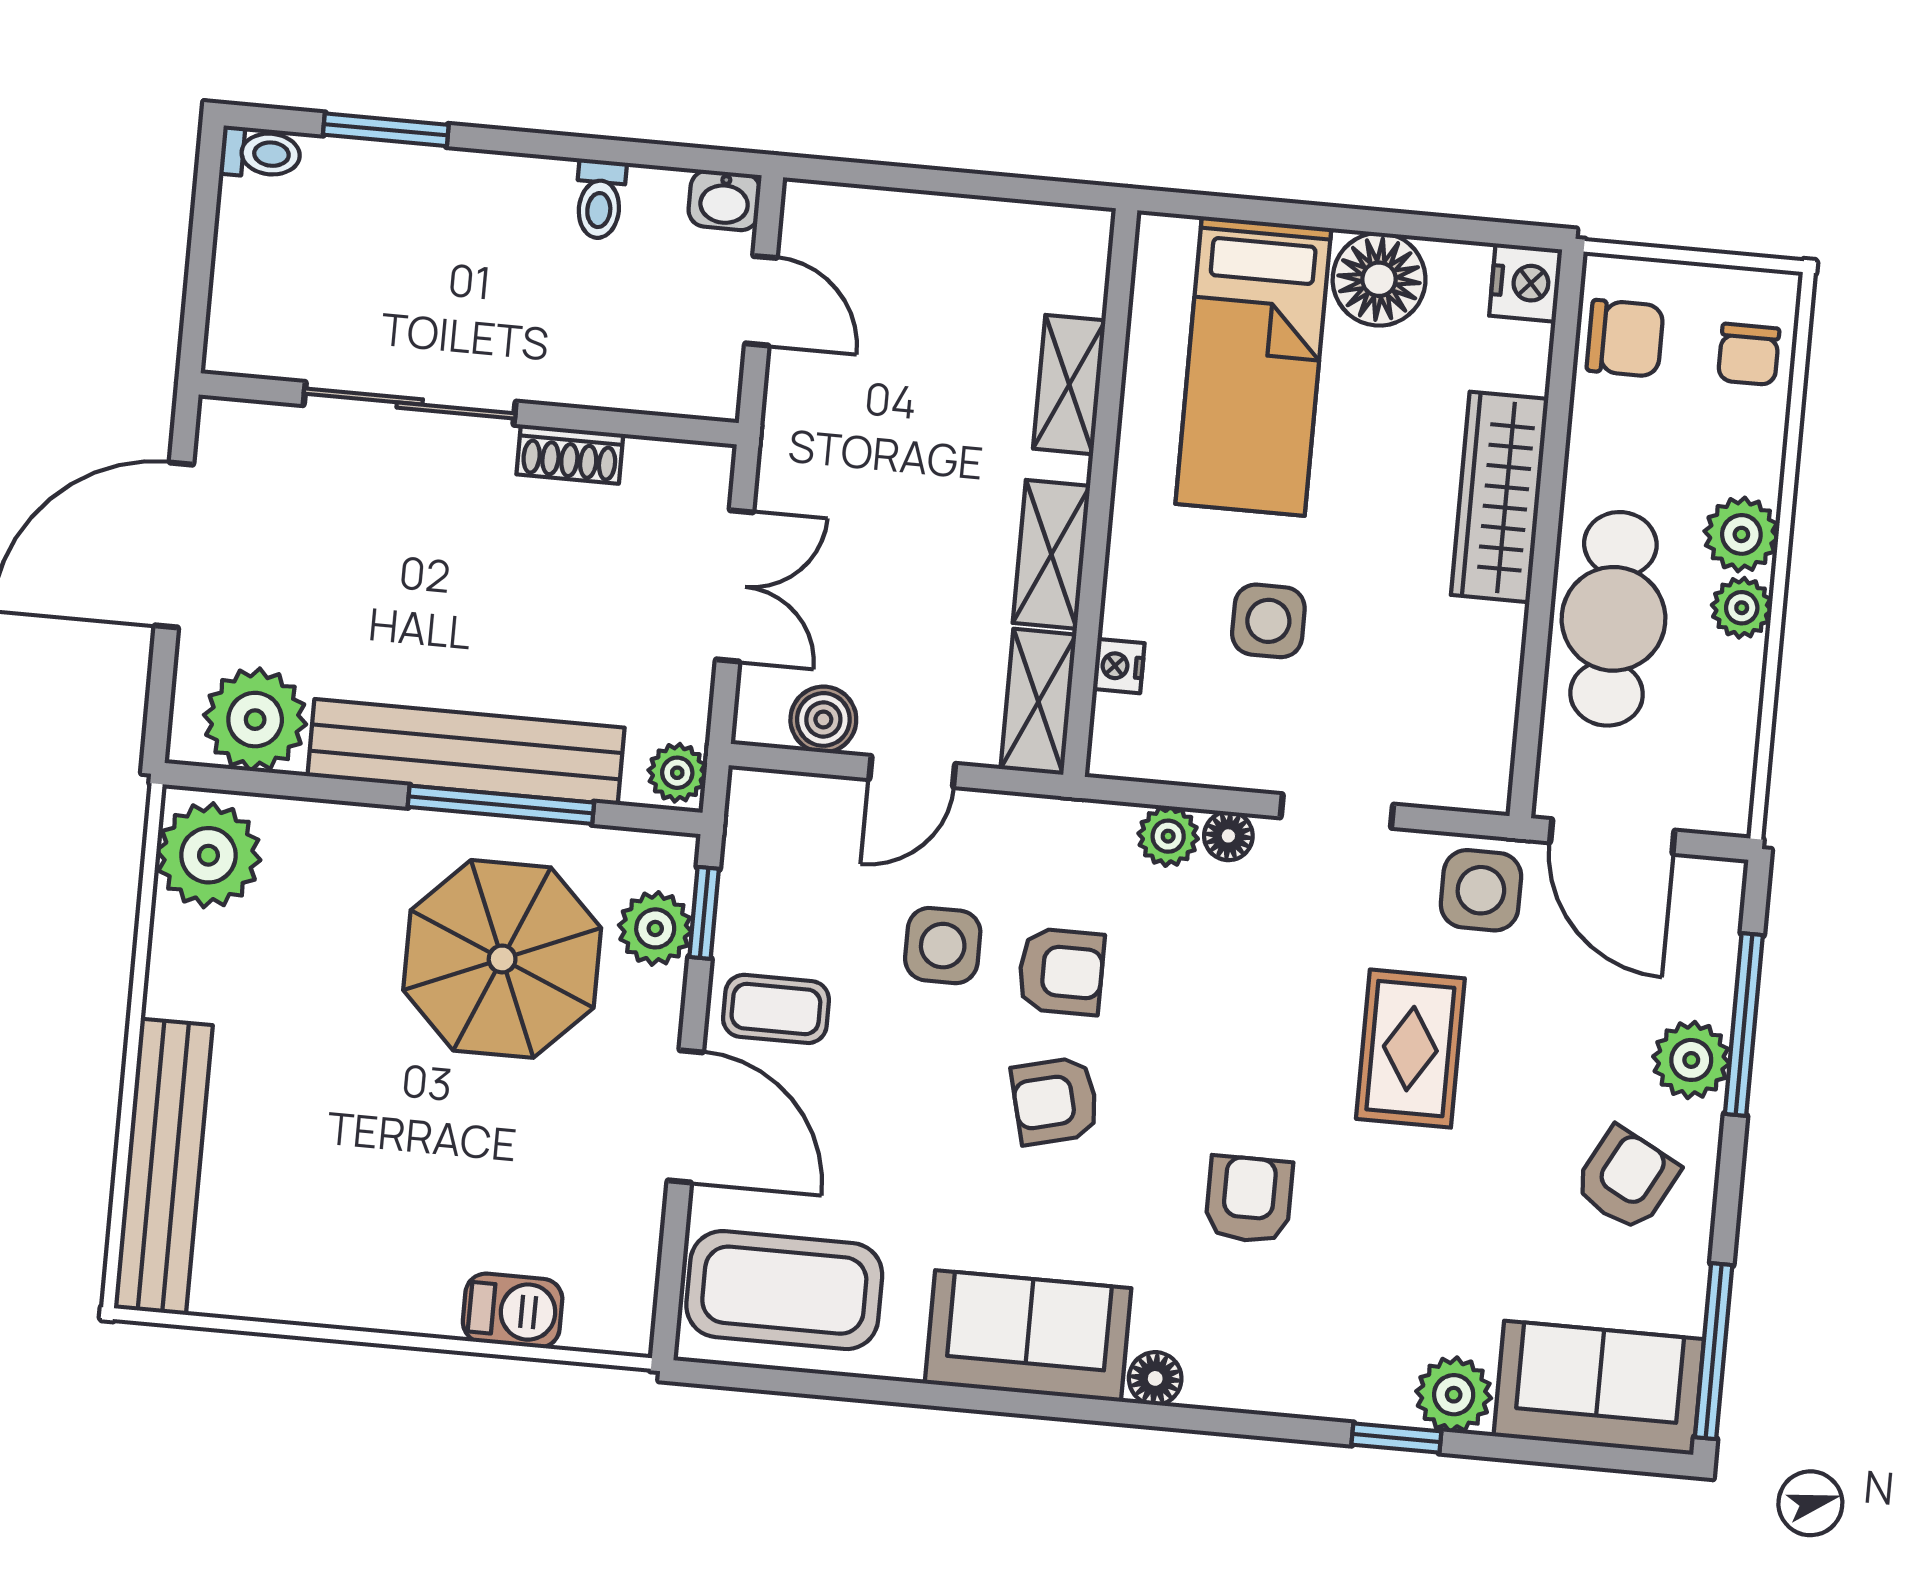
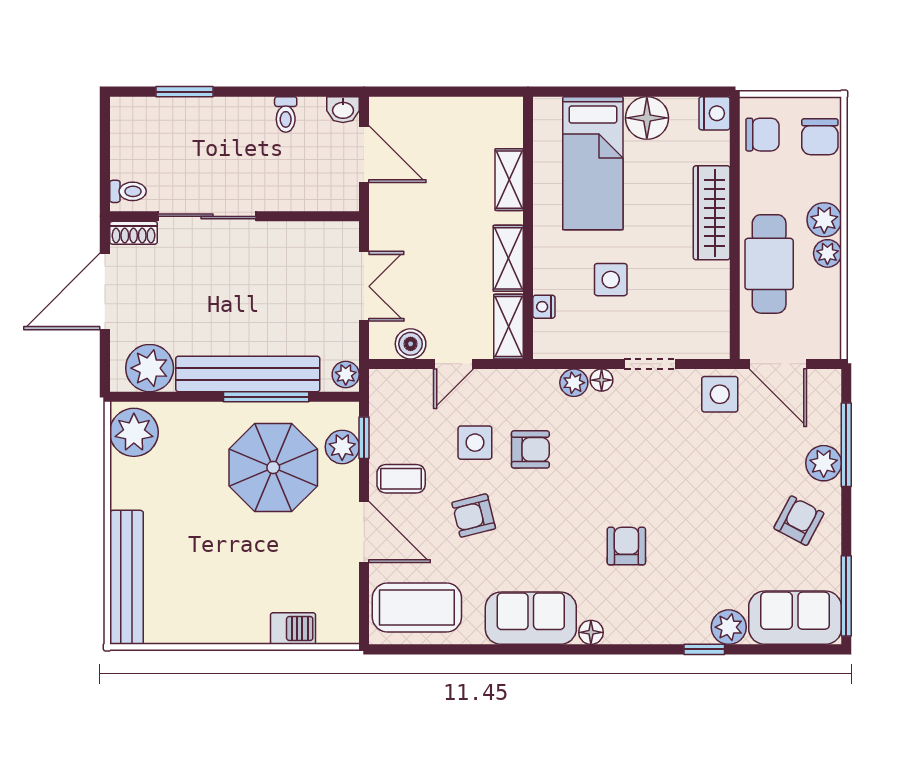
toilet: (260, 153) -> (128, 191), moved
door: (761, 301) -> (364, 154), width x1.38
chair: (1749, 354) -> (820, 137), width x1.37, depth x1.37
shoe rack: (570, 454) -> (134, 233), moved
rug: (1410, 1049) -> (694, 470), removed
armchair: (1055, 1101) -> (474, 516), moved

